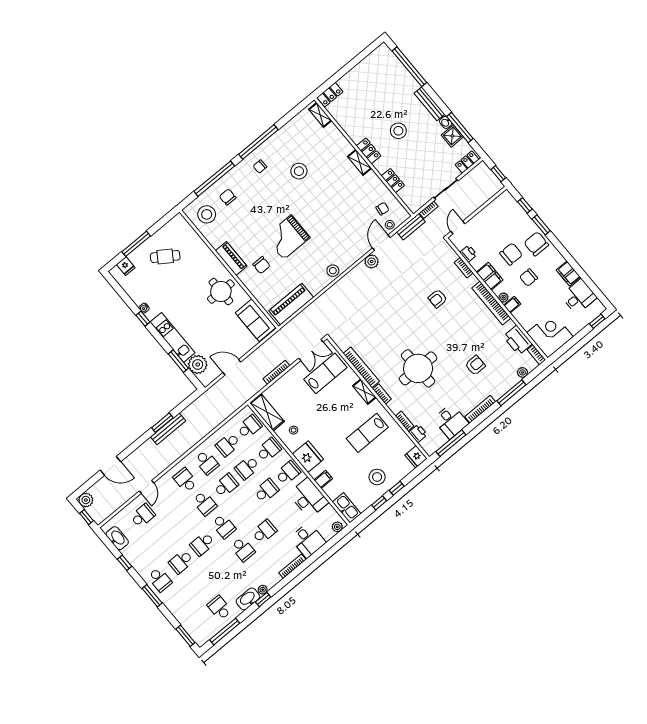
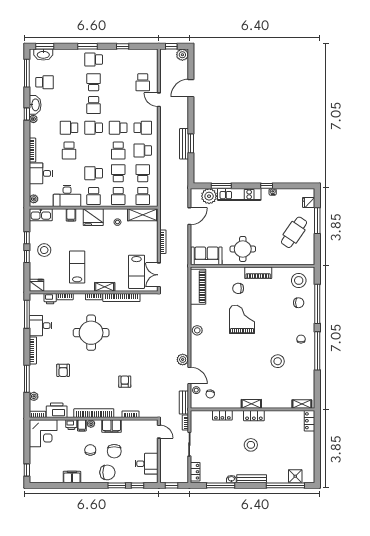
shower: (452, 136) -> (295, 476), moved
printer: (468, 254) -> (71, 425), moved
cafe table: (165, 256) -> (294, 232), width x1.37, depth x1.35
desk: (579, 297) -> (146, 464), moved, turned -90
school desk: (266, 491) -> (94, 173), turned 90
washbasin: (117, 538) -> (43, 54), moved
school desk: (202, 544) -> (94, 105), turned 180

